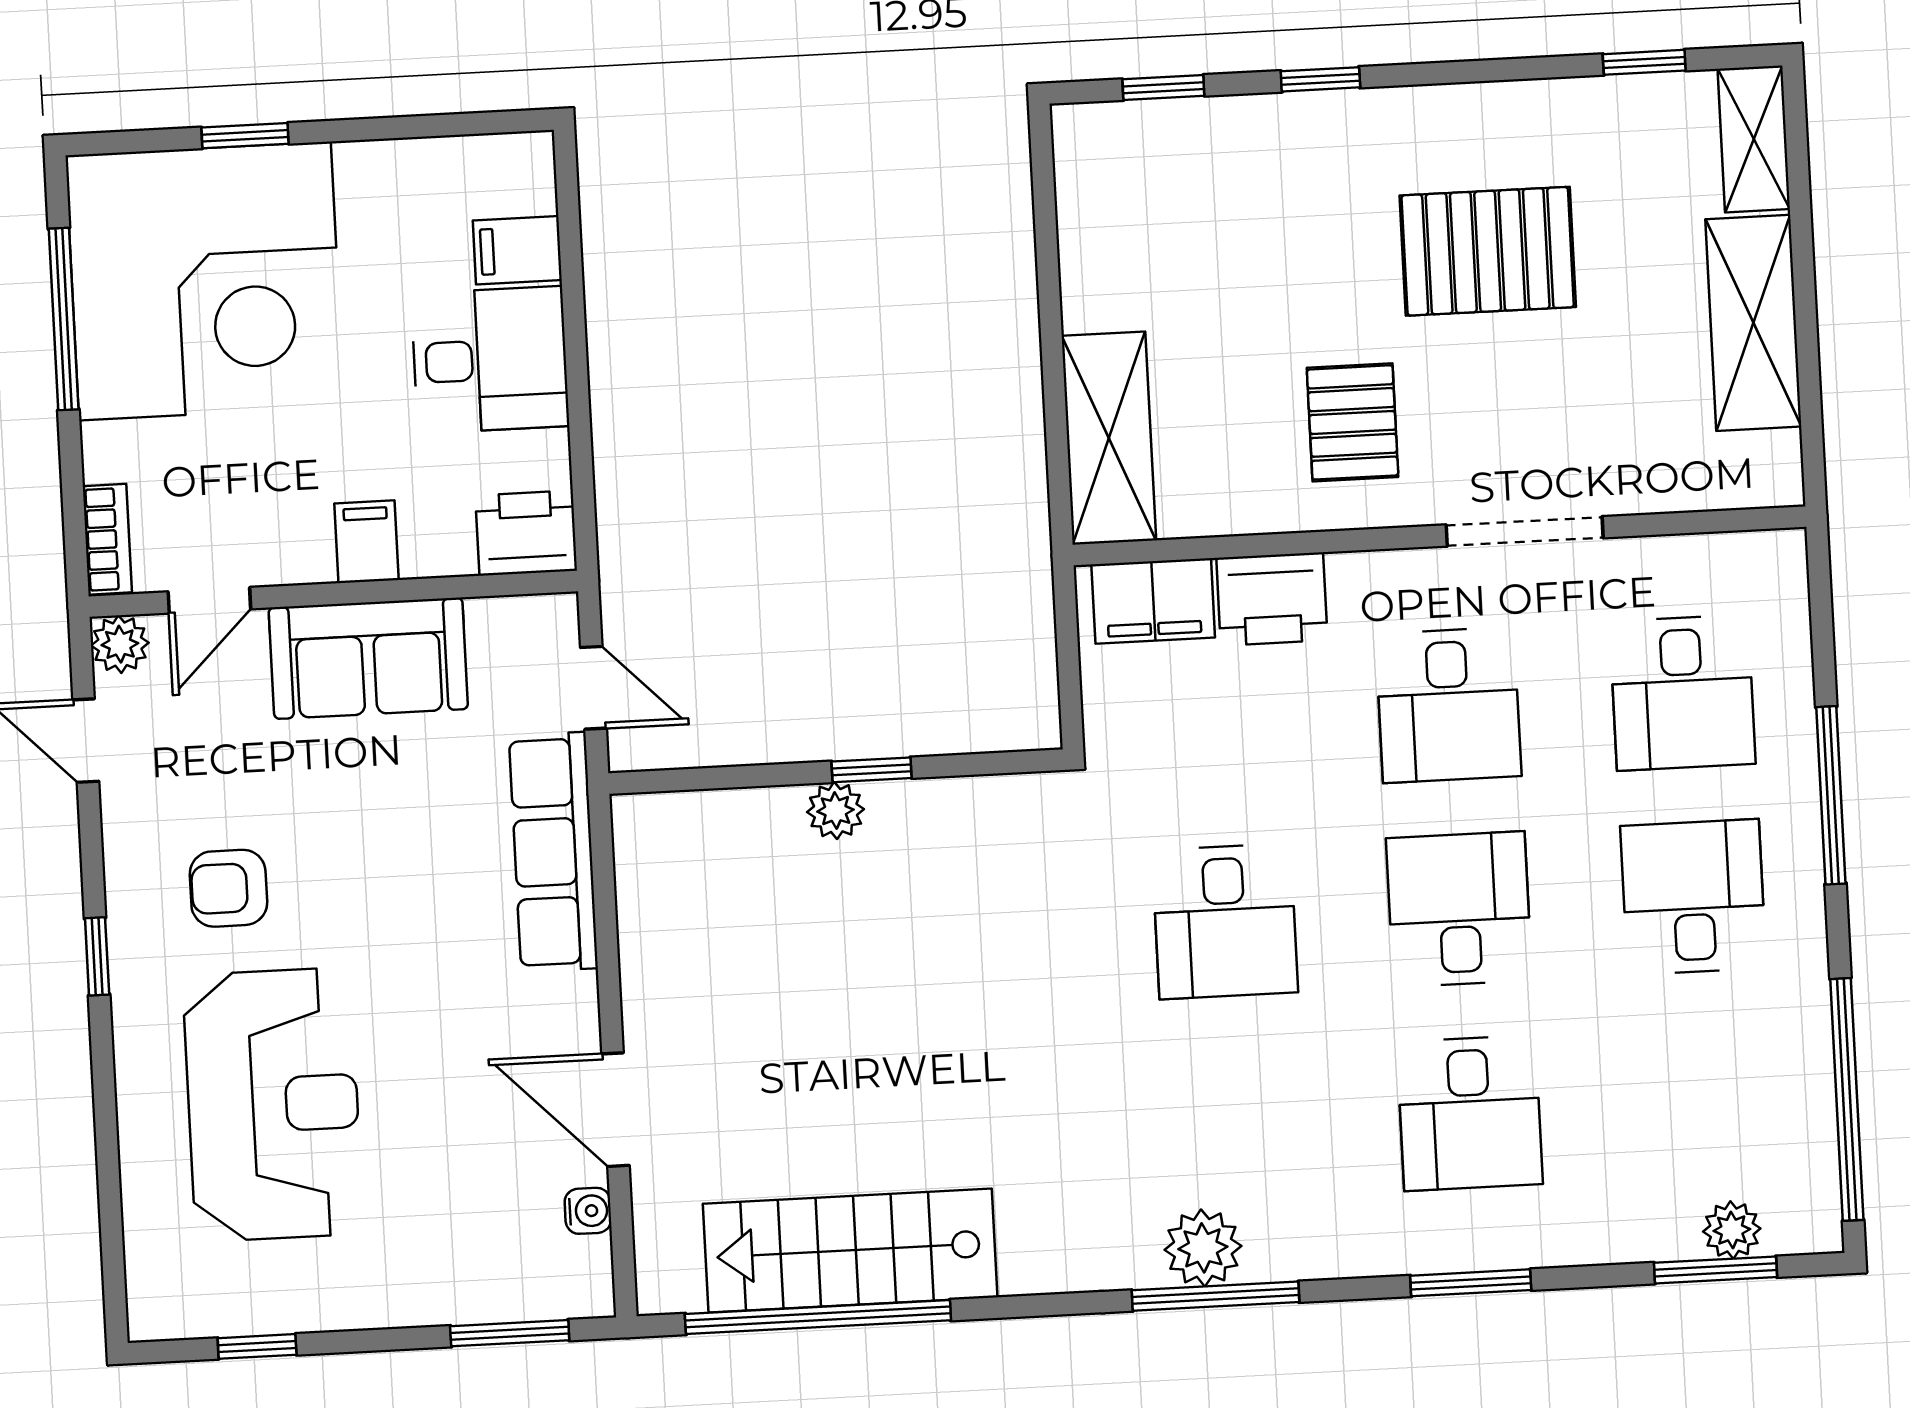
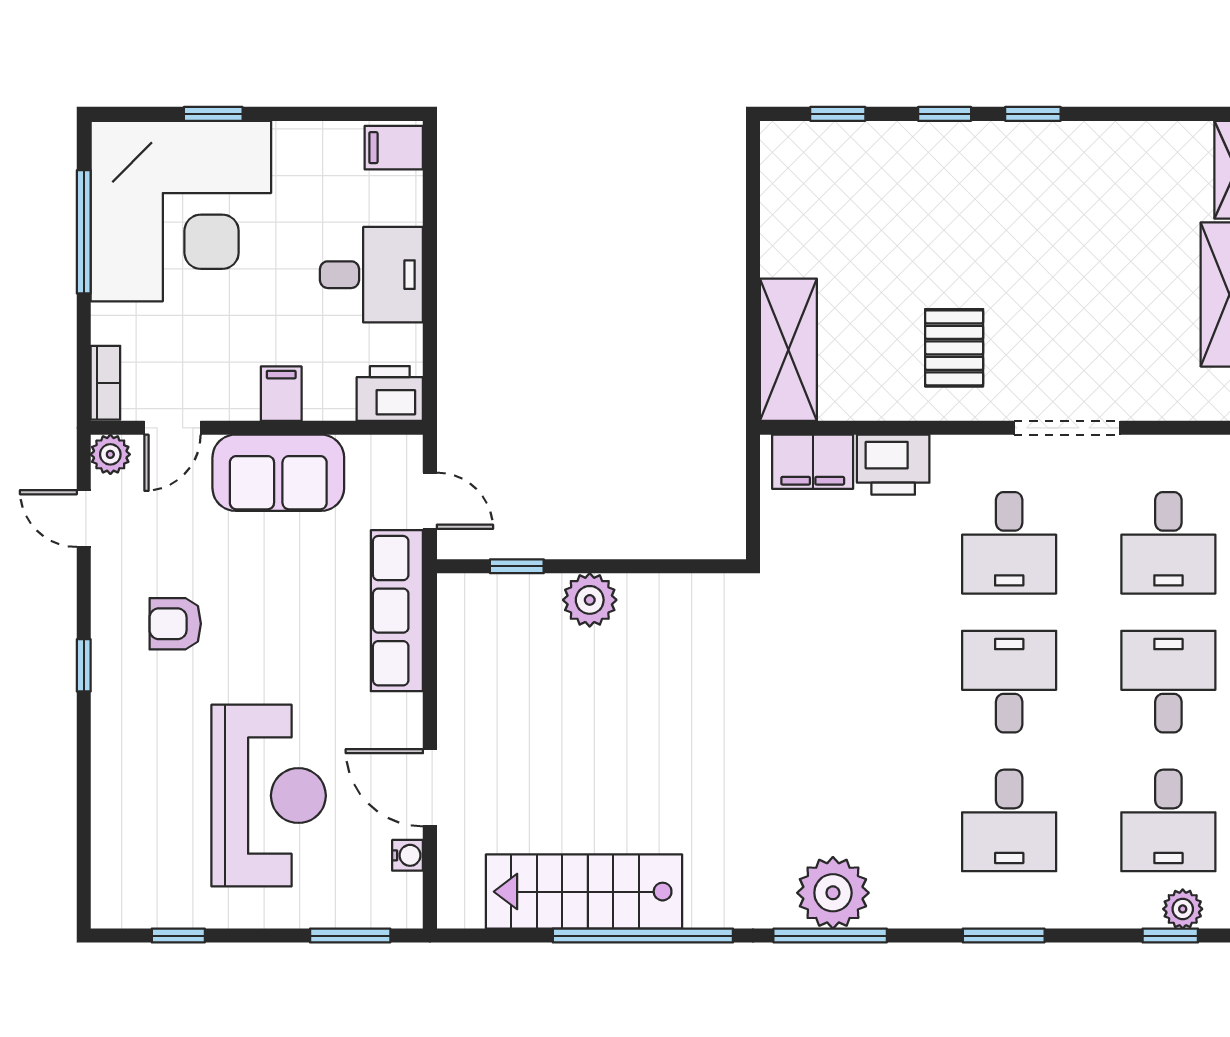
window: (1644, 62) -> (1033, 114), moved
filing cabinet: (517, 250) -> (394, 148), moved
pallet: (1488, 251) -> (1052, 236), removed
window: (872, 770) -> (517, 566), moved
plant: (836, 811) -> (590, 600), width x1.38, depth x1.38
desk: (1225, 921) -> (1168, 820), moved
reception desk: (273, 1105) -> (269, 796), moved
plant: (1203, 1248) -> (833, 893), width x1.36, depth x1.36
window: (1716, 1270) -> (1170, 936), width x0.67
window: (818, 1317) -> (643, 936), moved

